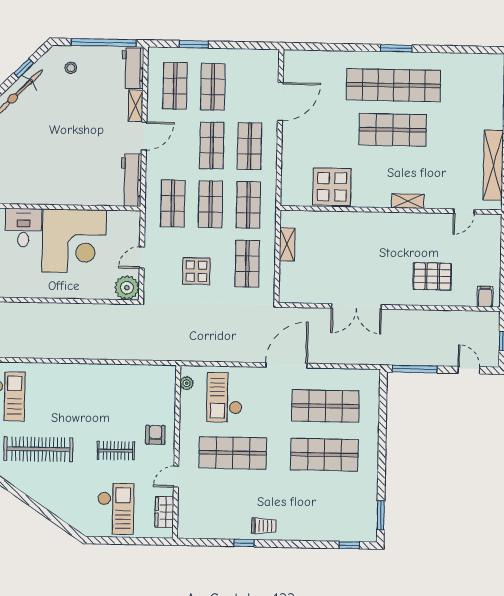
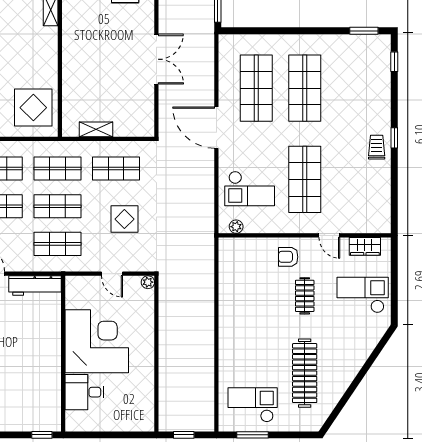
display table: (332, 187) -> (33, 108), moved
plant: (127, 288) -> (148, 282), width x0.53, depth x0.53
window: (244, 543) -> (394, 138), moved

